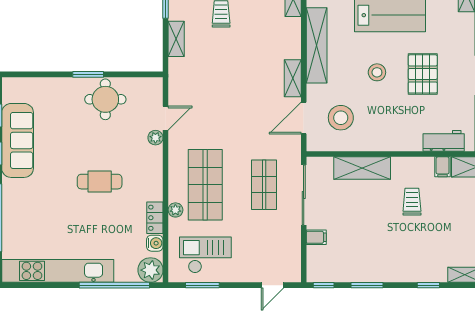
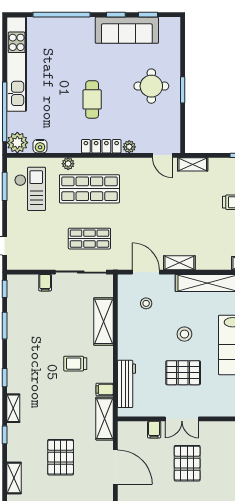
shelving: (176, 39) -> (193, 164), moved
round table: (105, 99) -> (151, 86), moved
door: (166, 118) -> (163, 155), moved
stool: (341, 118) -> (146, 303), width x0.53, depth x0.53
workbench: (444, 141) -> (127, 384), width x1.38
trolley: (412, 202) -> (75, 364), turned 180
locker: (155, 218) -> (101, 146), moved, width x1.53

